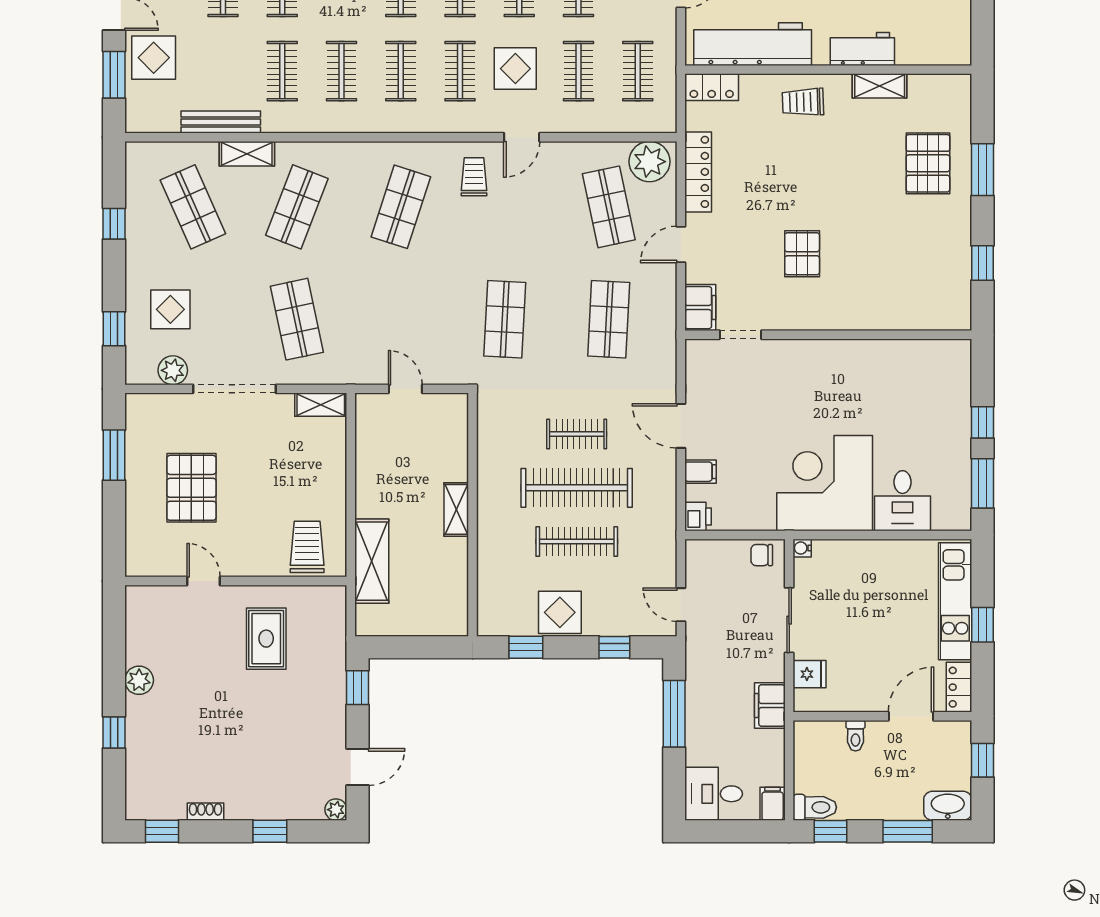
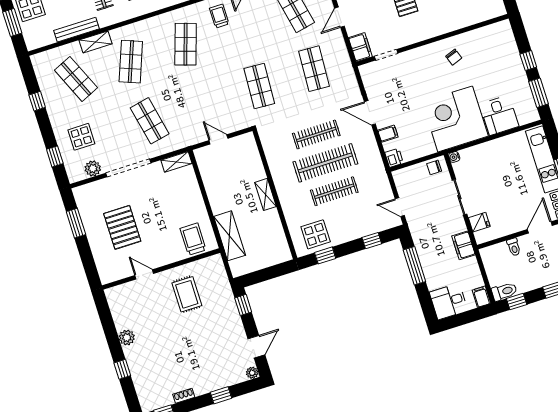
chair: (856, 376) -> (454, 57), added
clothes rail: (577, 434) -> (316, 135), width x1.36
display table: (560, 612) -> (316, 234), moved

